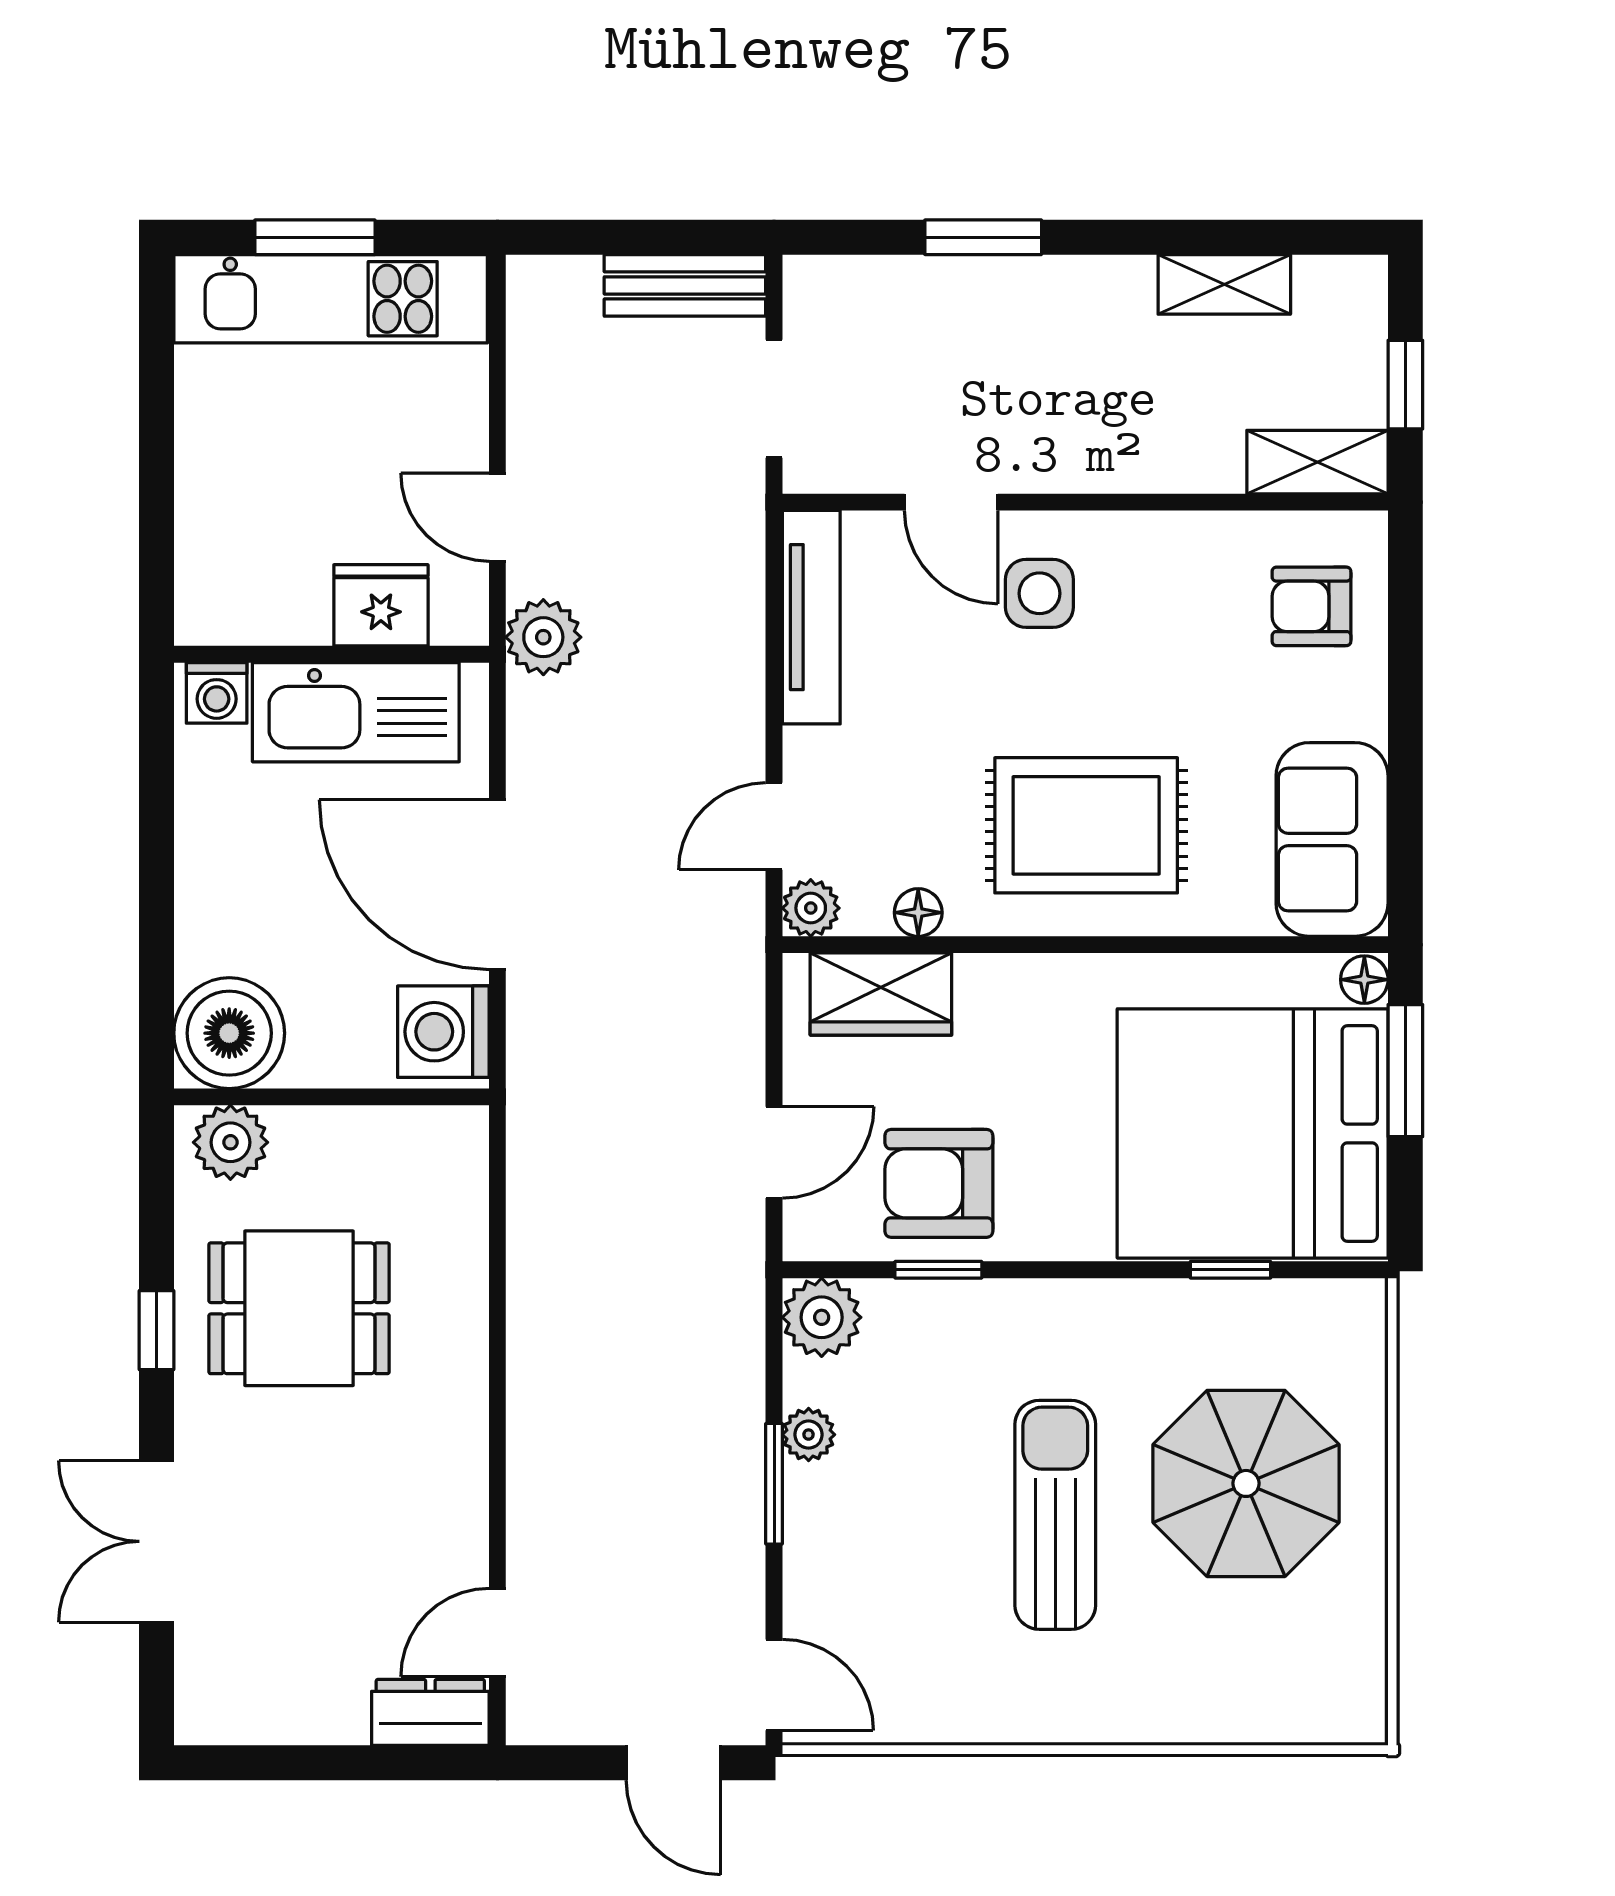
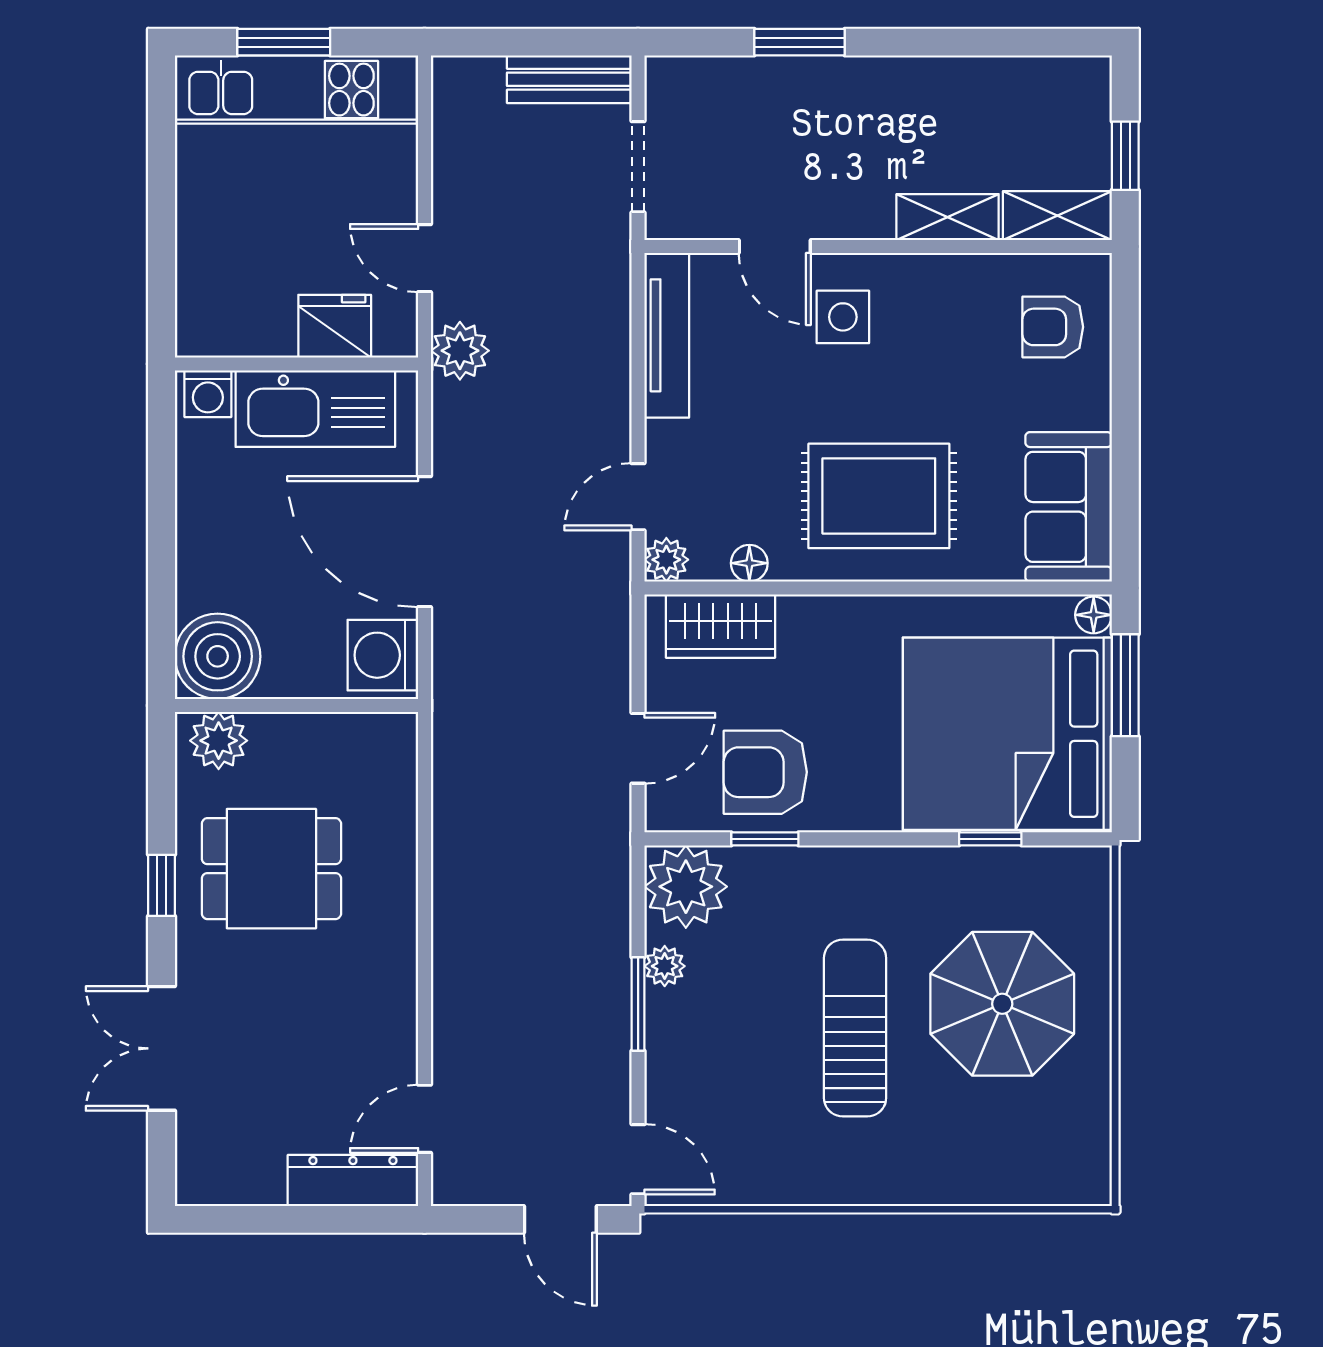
shelving: (1224, 284) -> (948, 217), moved
plant: (822, 1317) -> (686, 887), width x1.36, depth x1.36
dresser: (430, 1712) -> (353, 1180), width x1.44

